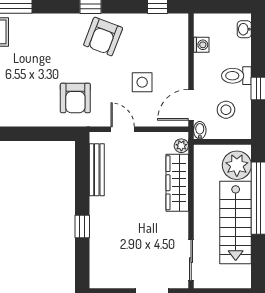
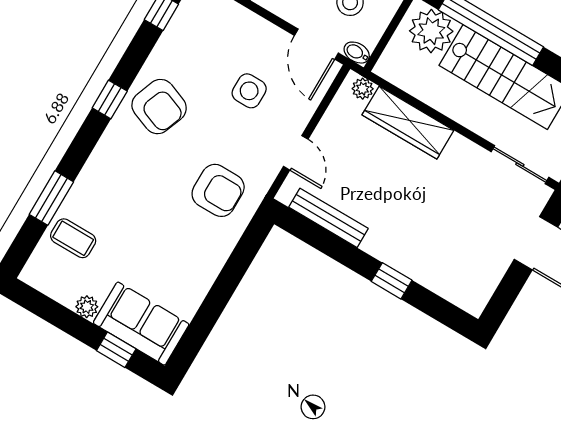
door: (123, 129) -> (296, 153), swing flipped

